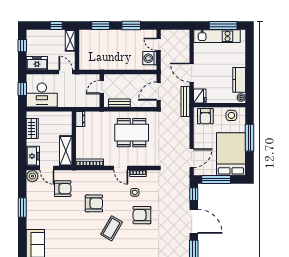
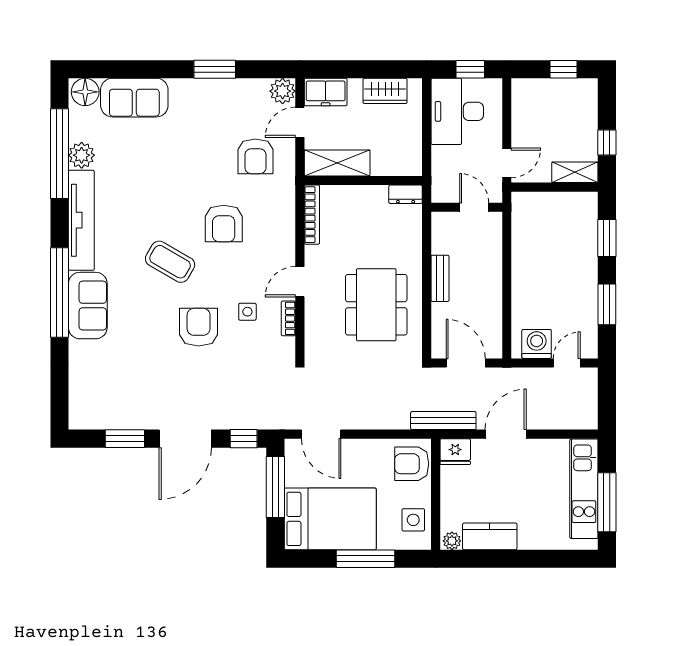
freezer: (37, 63) -> (526, 101), removed
door: (102, 87) -> (474, 207), moved
wall: (102, 91) -> (467, 207), moved

